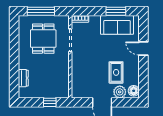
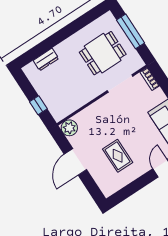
rug: (116, 72) -> (118, 156), turned 90
floor lamp: (134, 91) -> (110, 188), removed
plant: (120, 92) -> (69, 128), moved

